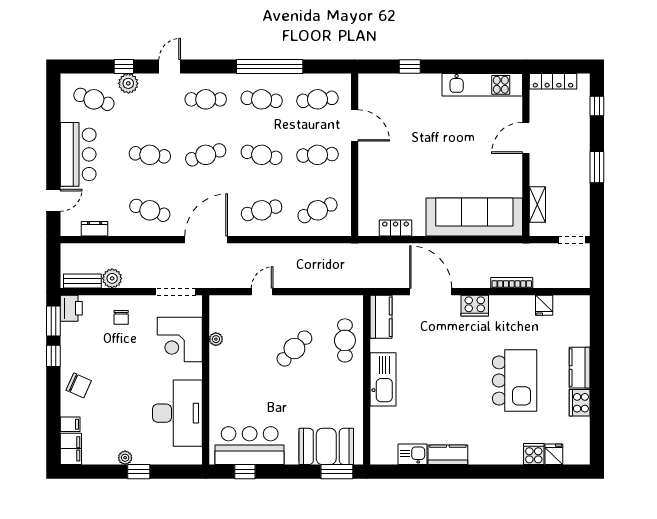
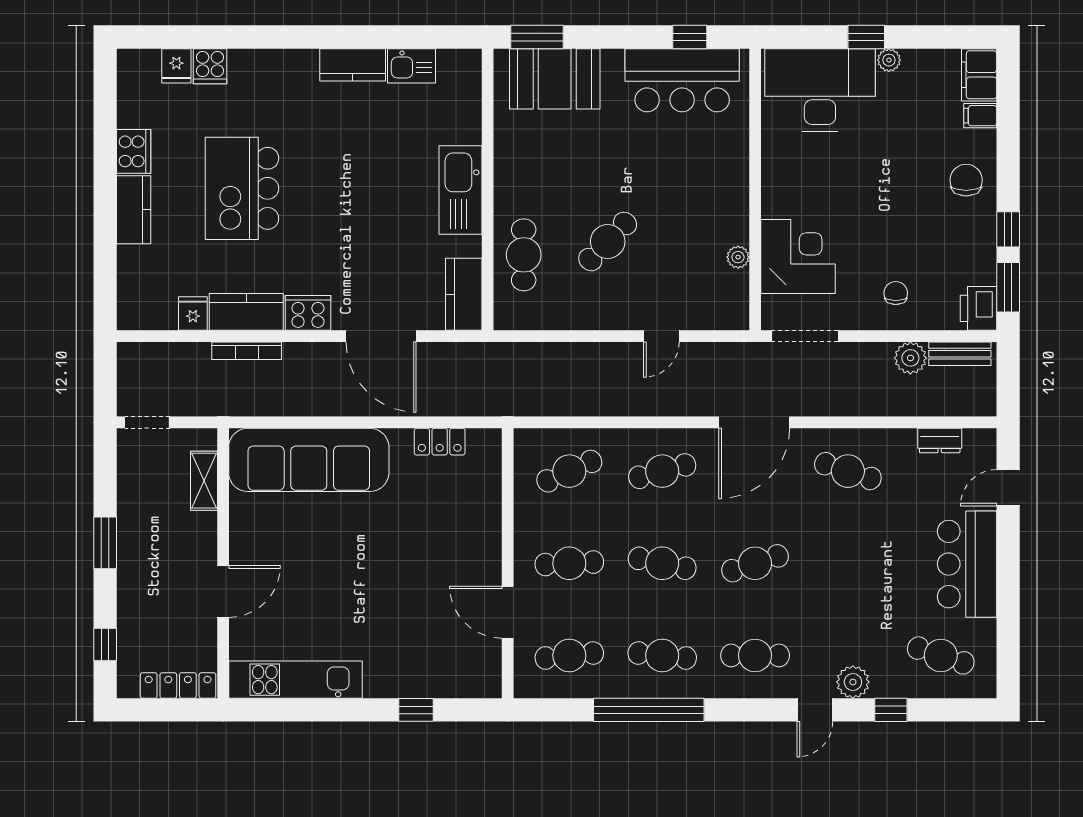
plant: (128, 83) -> (853, 682), moved
cafe table: (150, 155) -> (848, 563), removed
kitchen counter: (512, 306) -> (246, 312), added
chair: (79, 385) -> (966, 180), turned 66
desk: (177, 413) -> (820, 90), moved, turned 90

